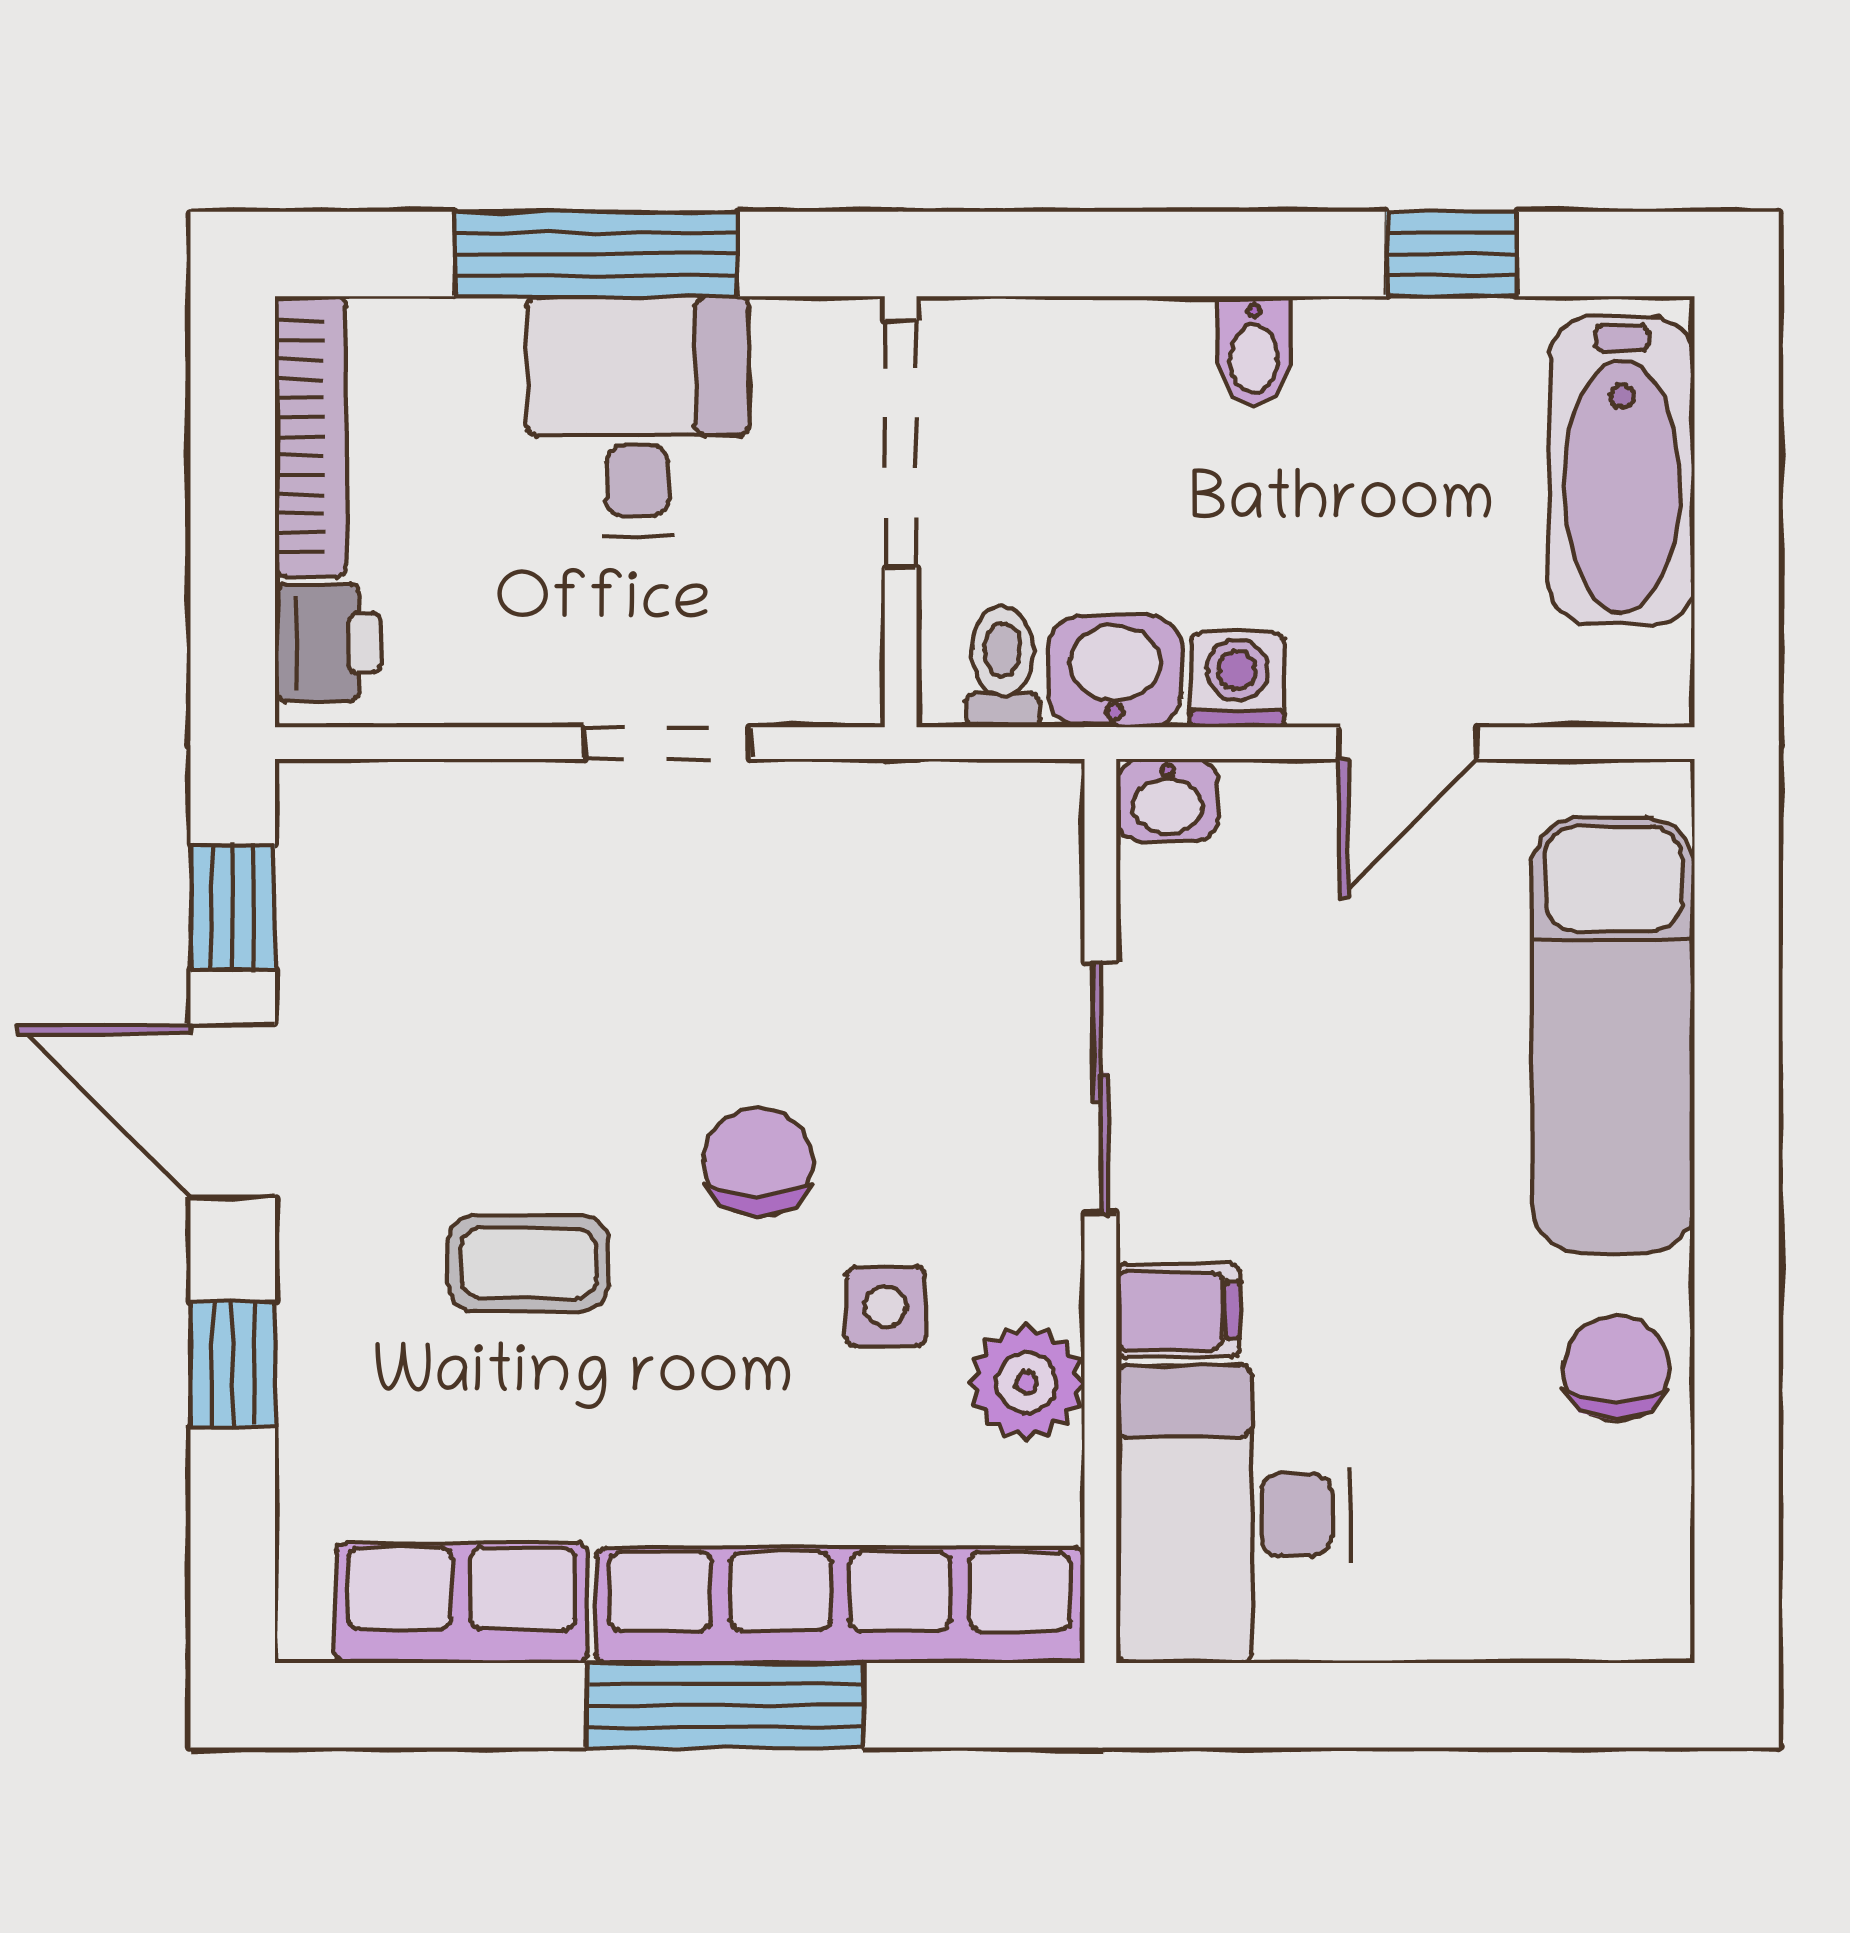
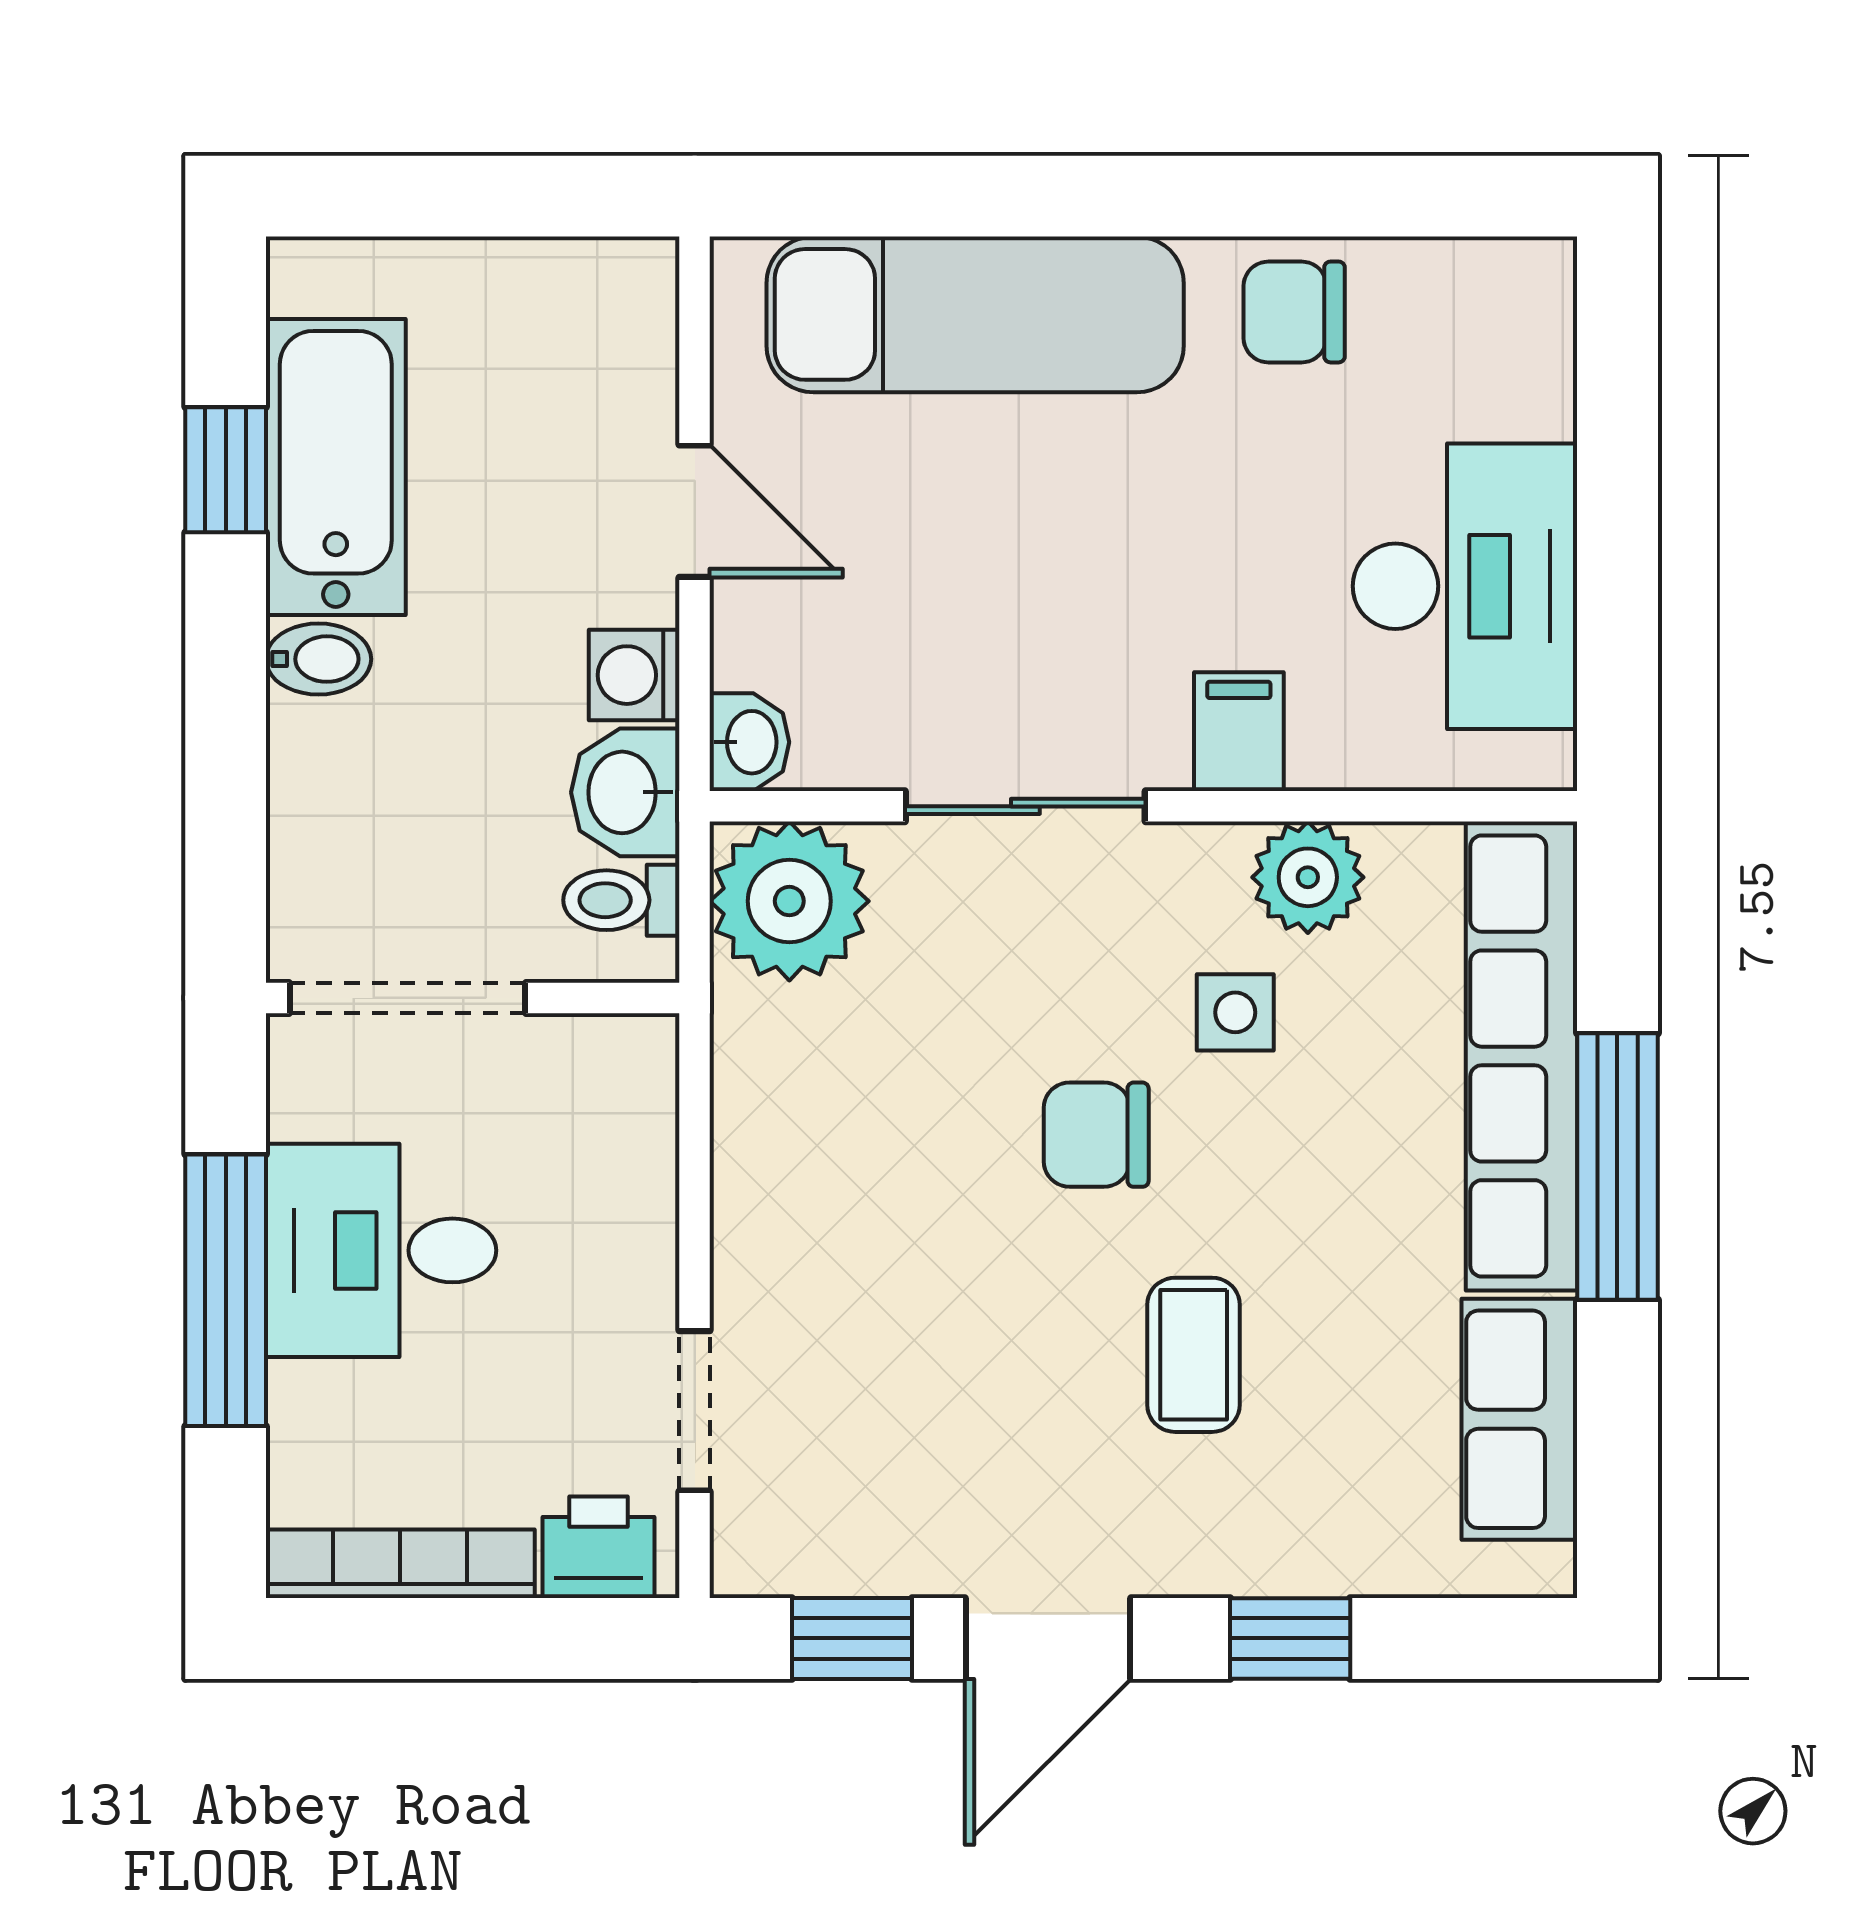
bathtub: (1622, 471) -> (336, 467), moved, turned -90
doorway: (667, 743) -> (695, 1411), moved
plant: (1002, 842) -> (789, 901), added
desk: (1233, 1514) -> (1465, 586), moved, turned -90

